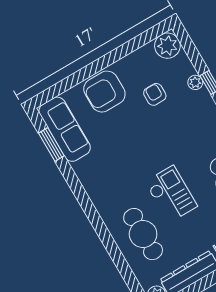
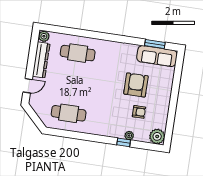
armchair: (104, 92) -> (136, 85), moved
checkout: (171, 194) -> (86, 82), removed

